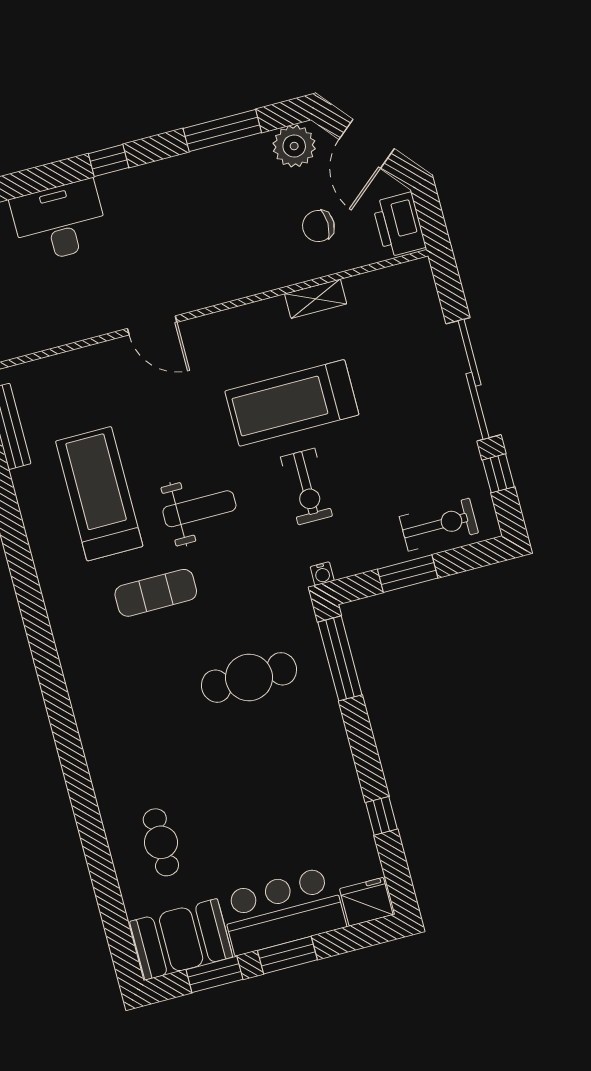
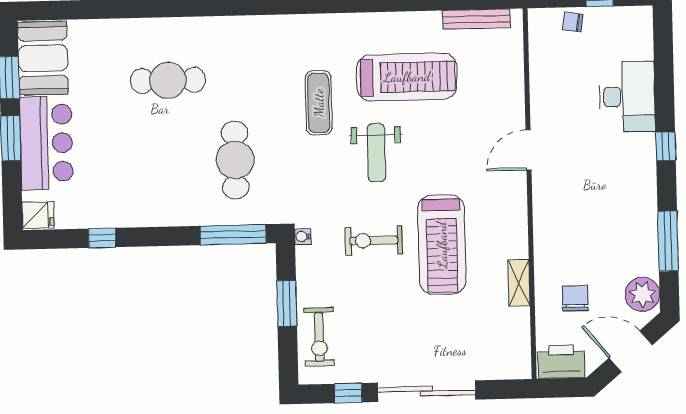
treadmill: (292, 403) -> (442, 245), turned 180
cafe table: (161, 842) -> (168, 80), moved, width x1.37, depth x1.35
fridge: (366, 902) -> (38, 215), width x0.72

